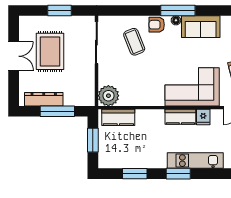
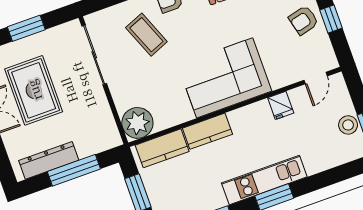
corner sofa: (192, 87) -> (225, 78), moved
kitchen counter: (180, 117) -> (207, 131), moved
kitchen unit: (195, 161) -> (264, 180), moved

